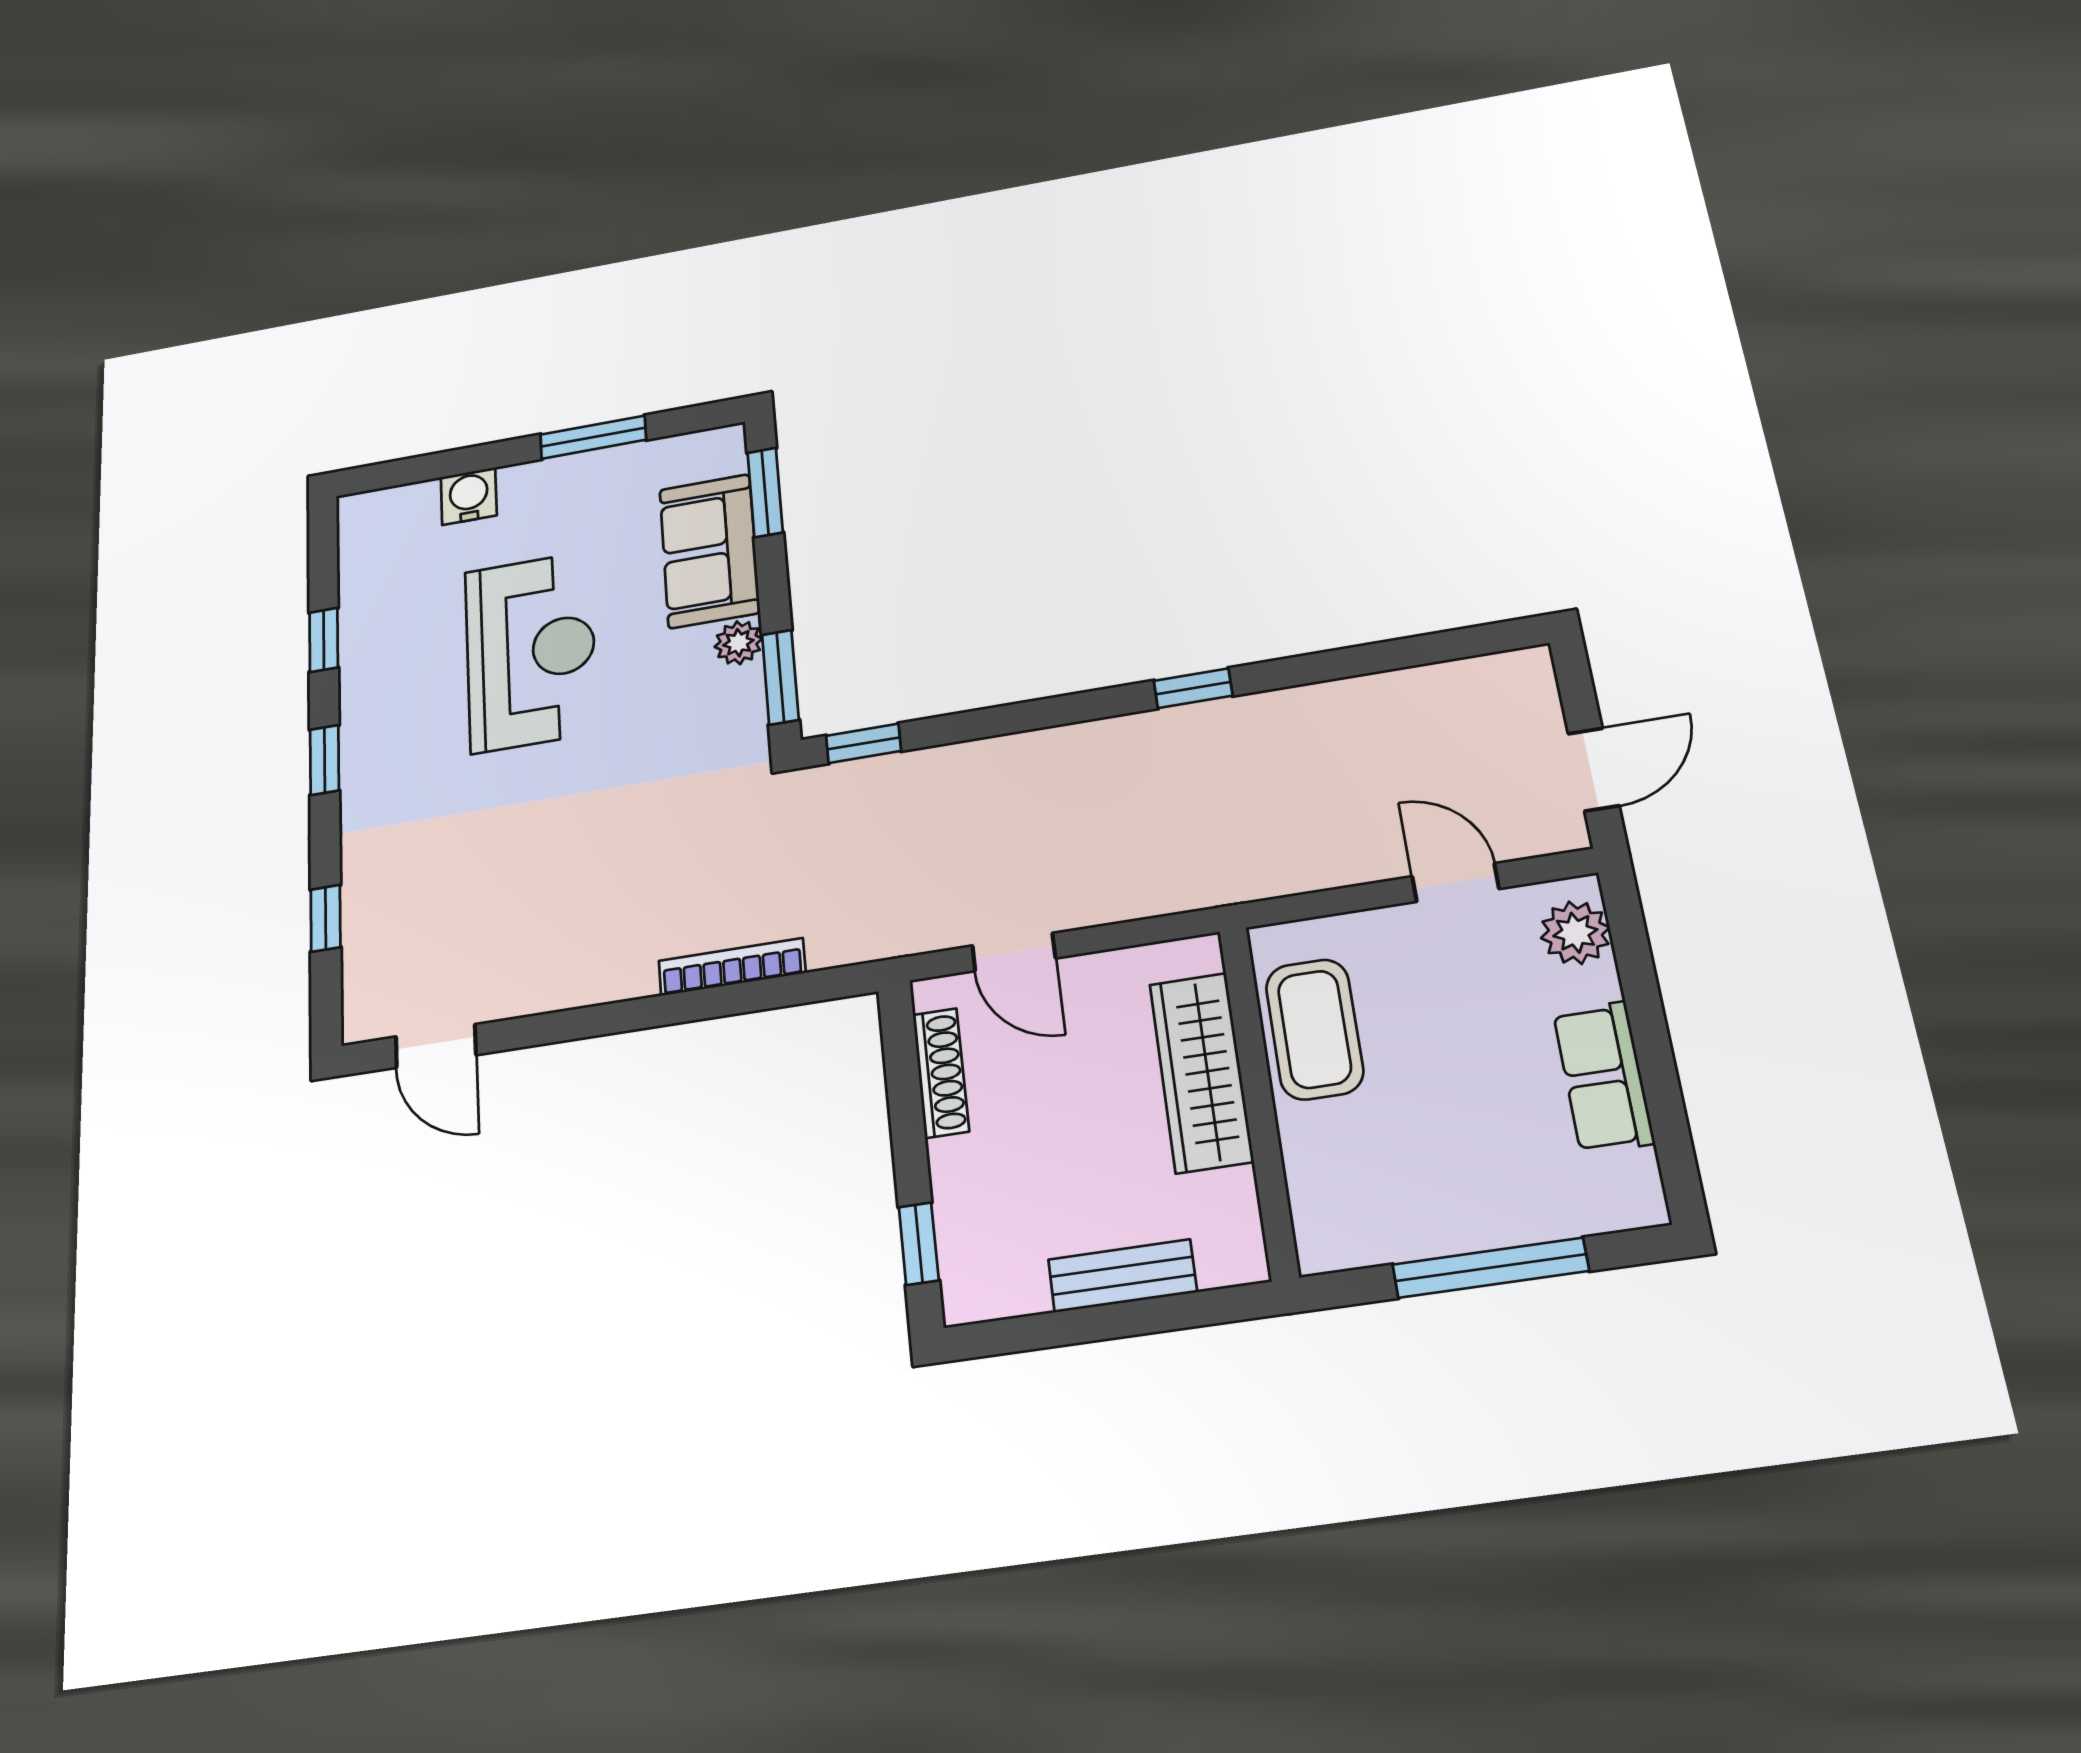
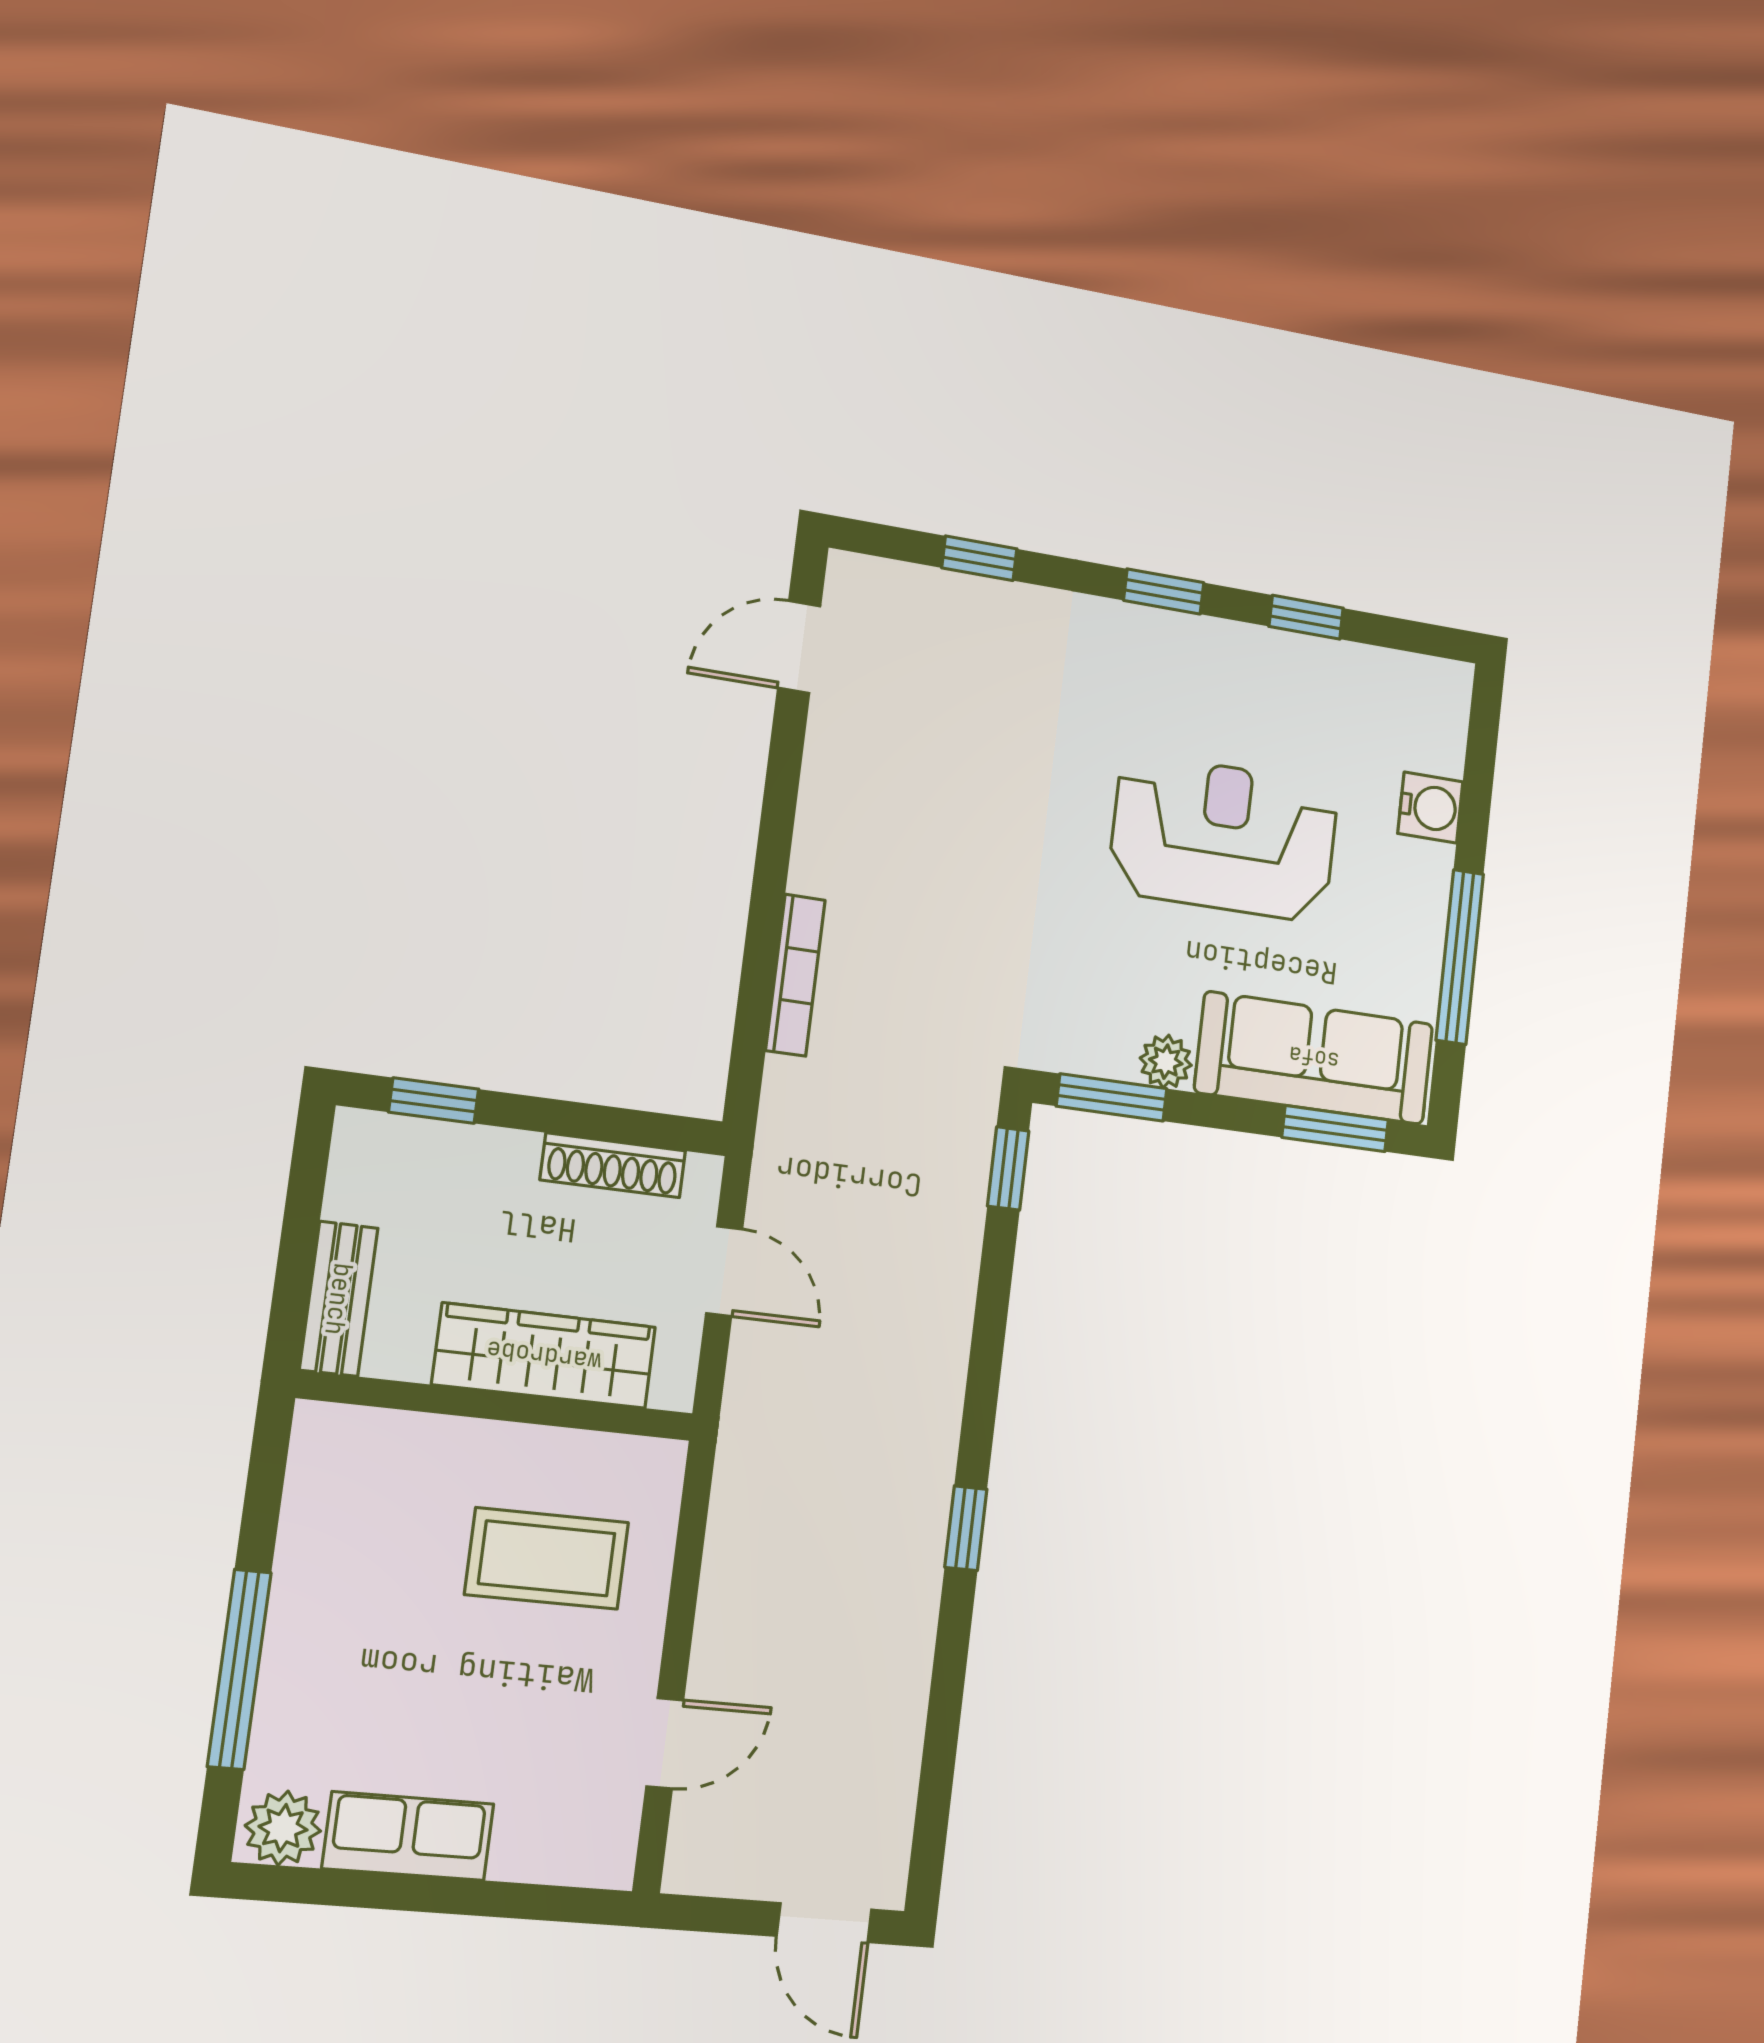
window: (593, 437) -> (1460, 957), width x1.44
sofa: (709, 551) -> (1314, 1058), width x1.36
reception desk: (531, 651) -> (1224, 838), turned 180
door: (1594, 770) -> (824, 1923), moved
plant: (1575, 933) -> (283, 1828), moved
door: (1014, 952) -> (724, 1271), swing flipped
wardrobe: (1201, 1072) -> (544, 1356), moved
wall: (1258, 1100) -> (497, 1406), moved

